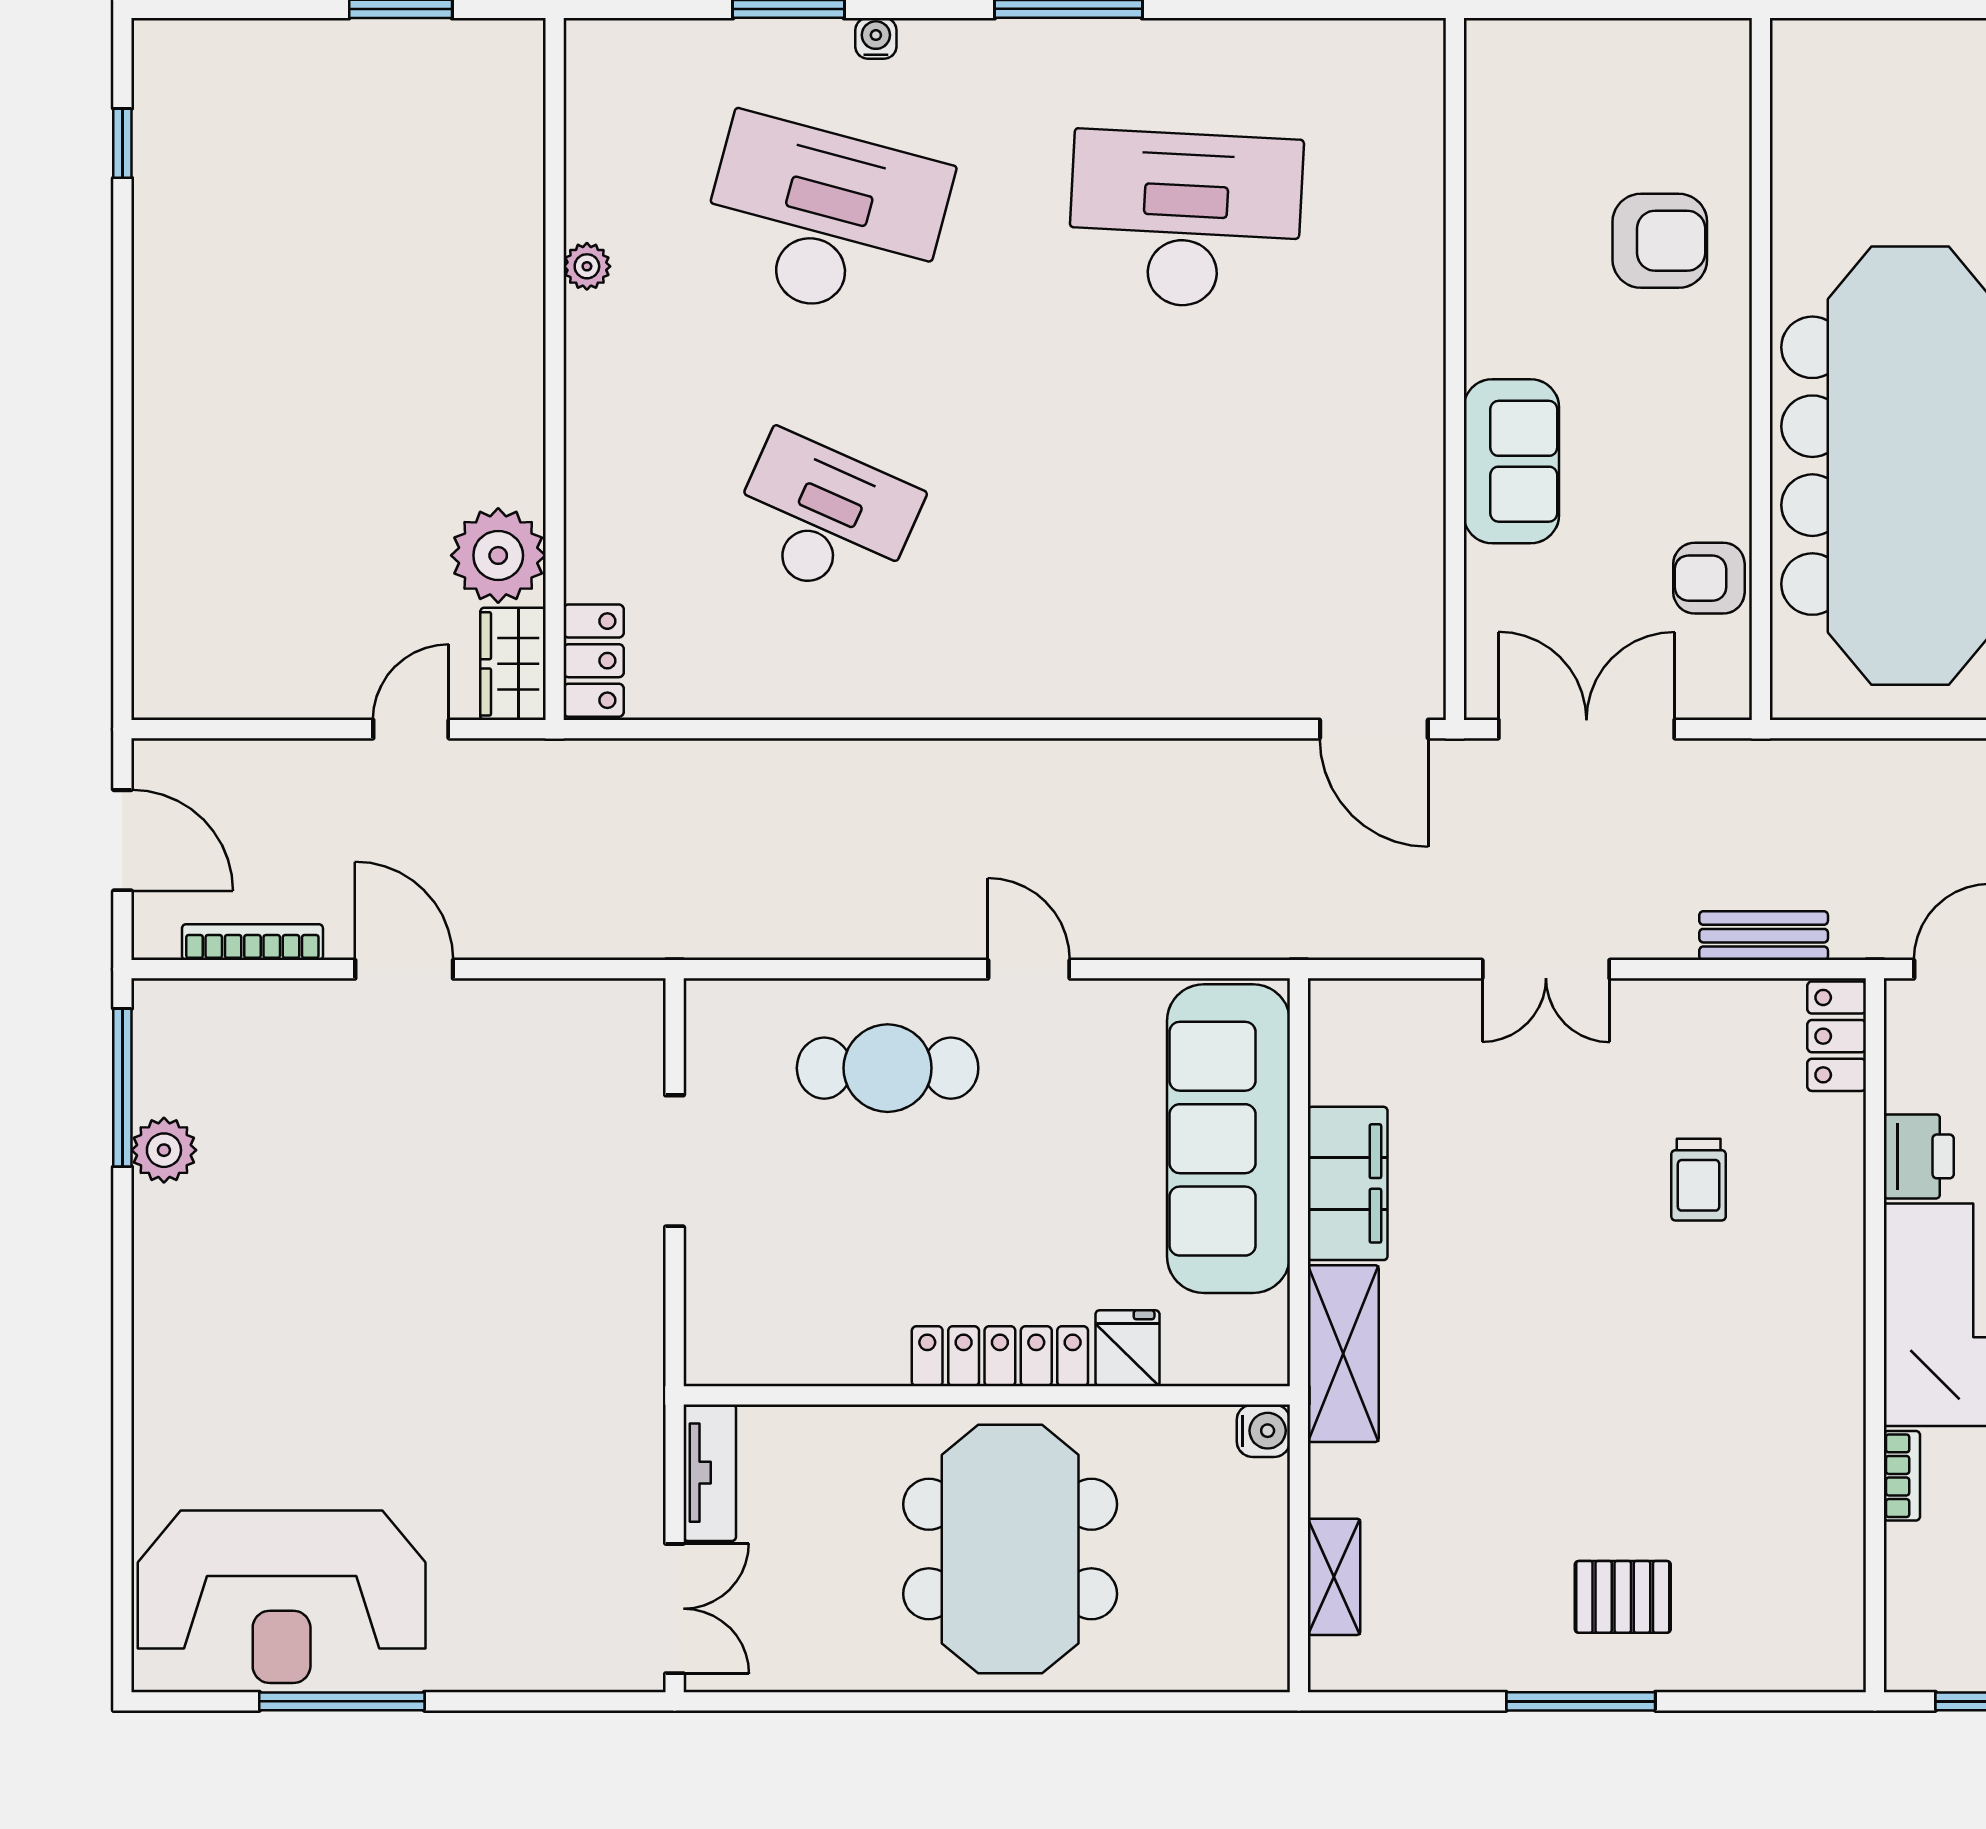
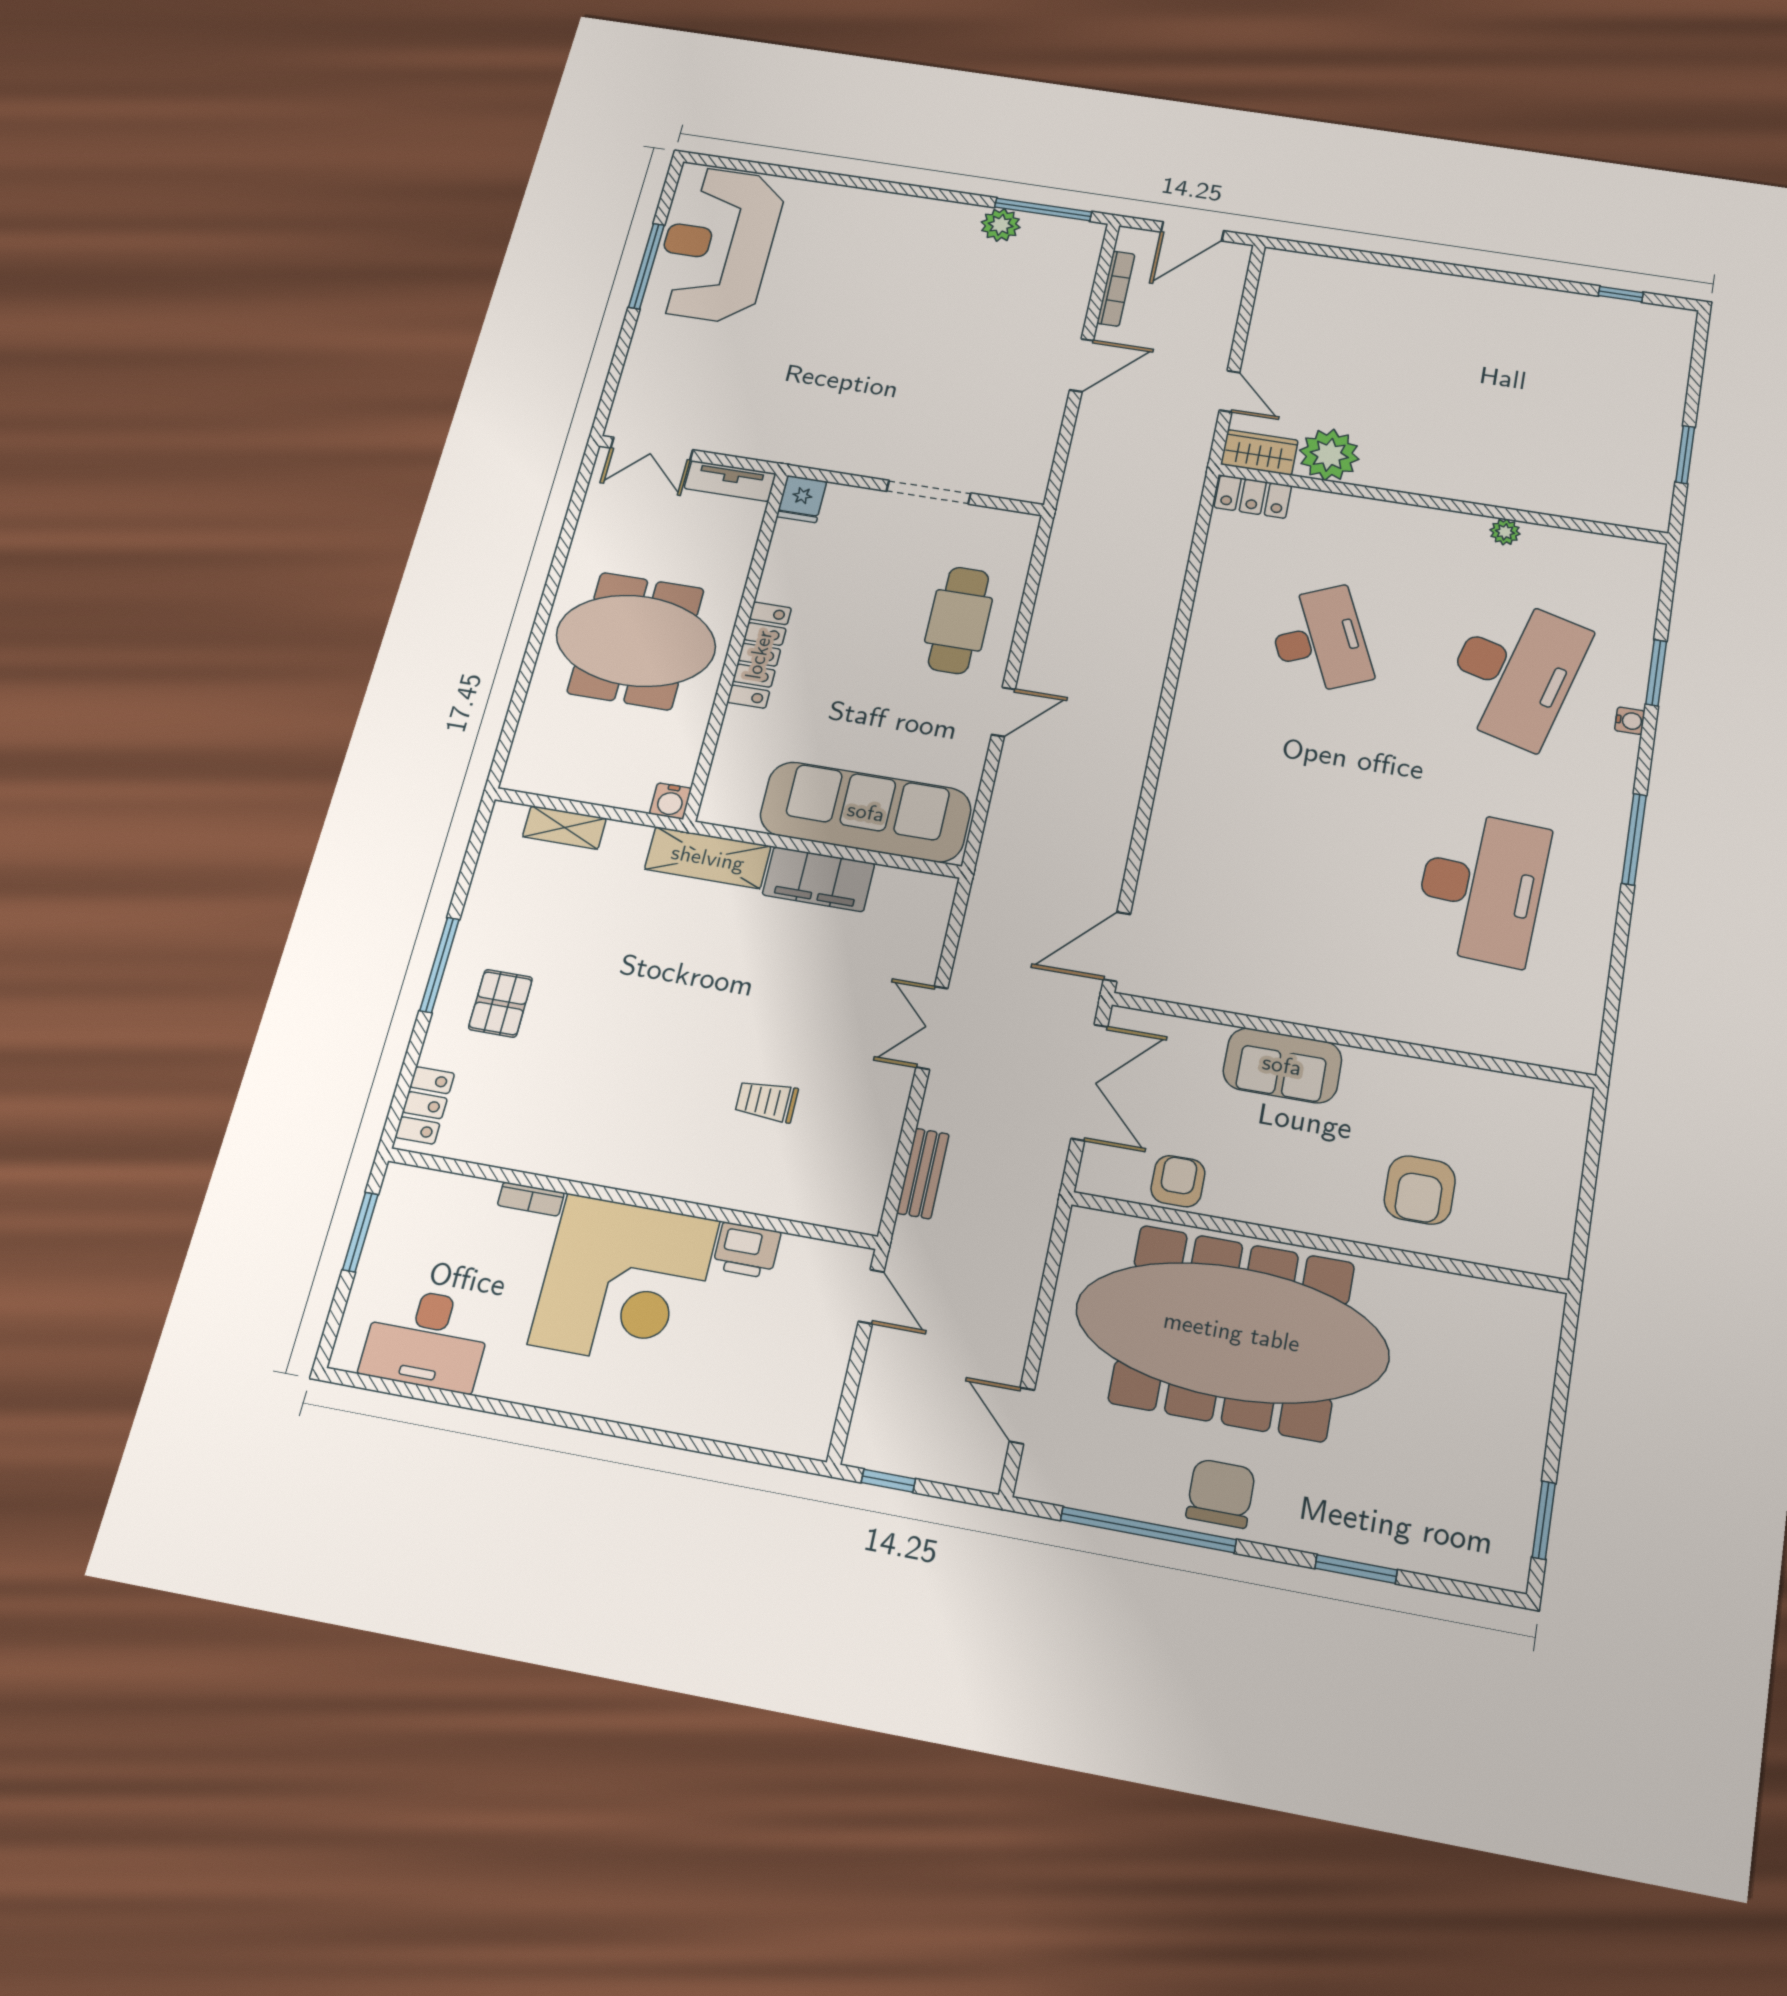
desk: (824, 518) -> (1319, 640), turned -48
locker: (1837, 1036) -> (425, 1105), moved, turned 90
fridge: (1127, 1348) -> (802, 499), moved, turned 90

